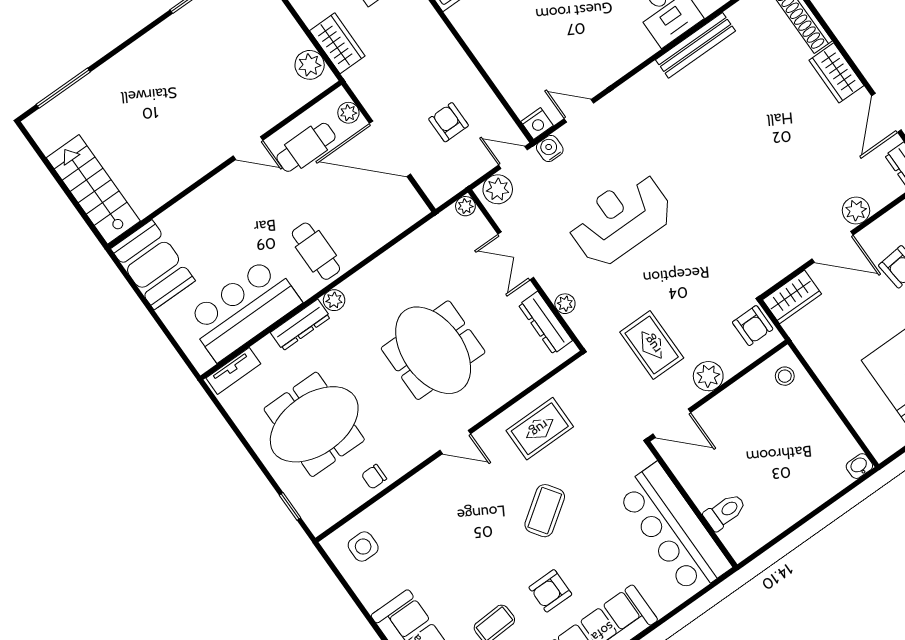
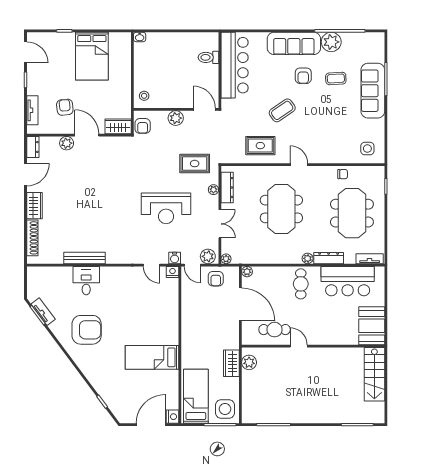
plant: (348, 113) -> (247, 272), moved
armchair: (449, 122) -> (216, 279), moved
armchair: (753, 326) -> (143, 126), turned 180
rug: (652, 345) -> (195, 164), moved, turned 90
meeting table: (314, 424) -> (352, 213), turned 90
armchair: (550, 591) -> (303, 76), turned 90

